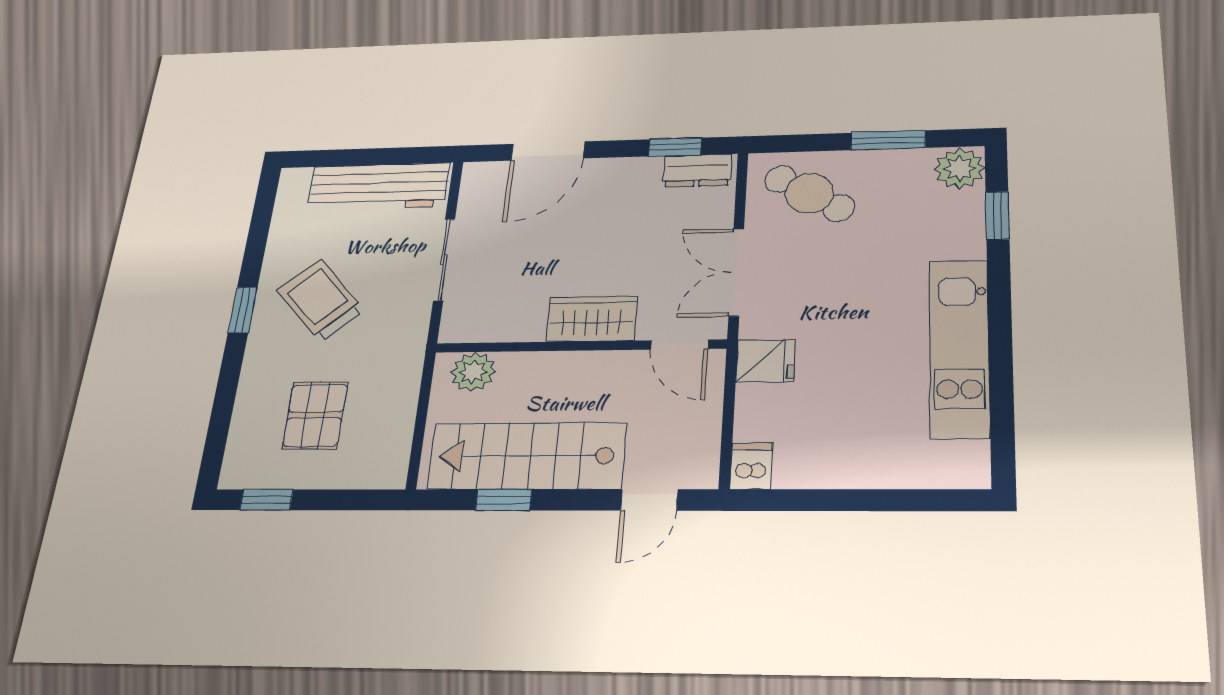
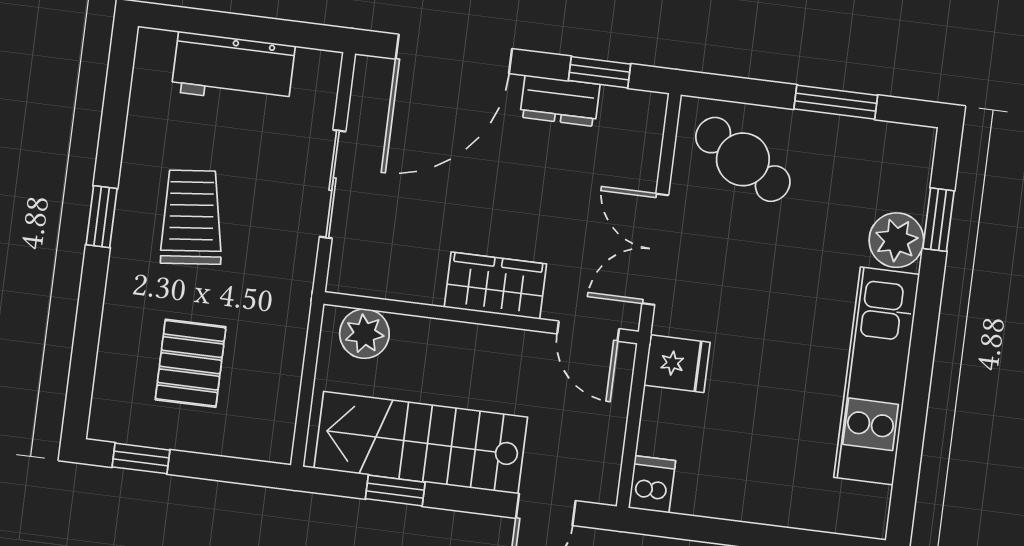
door: (548, 151) -> (454, 54), width x1.36
plant: (960, 169) -> (896, 240), moved
dresser: (697, 170) -> (560, 101), moved
workbench: (378, 186) -> (233, 69), width x0.73
trolley: (320, 300) -> (191, 217), turned 36

